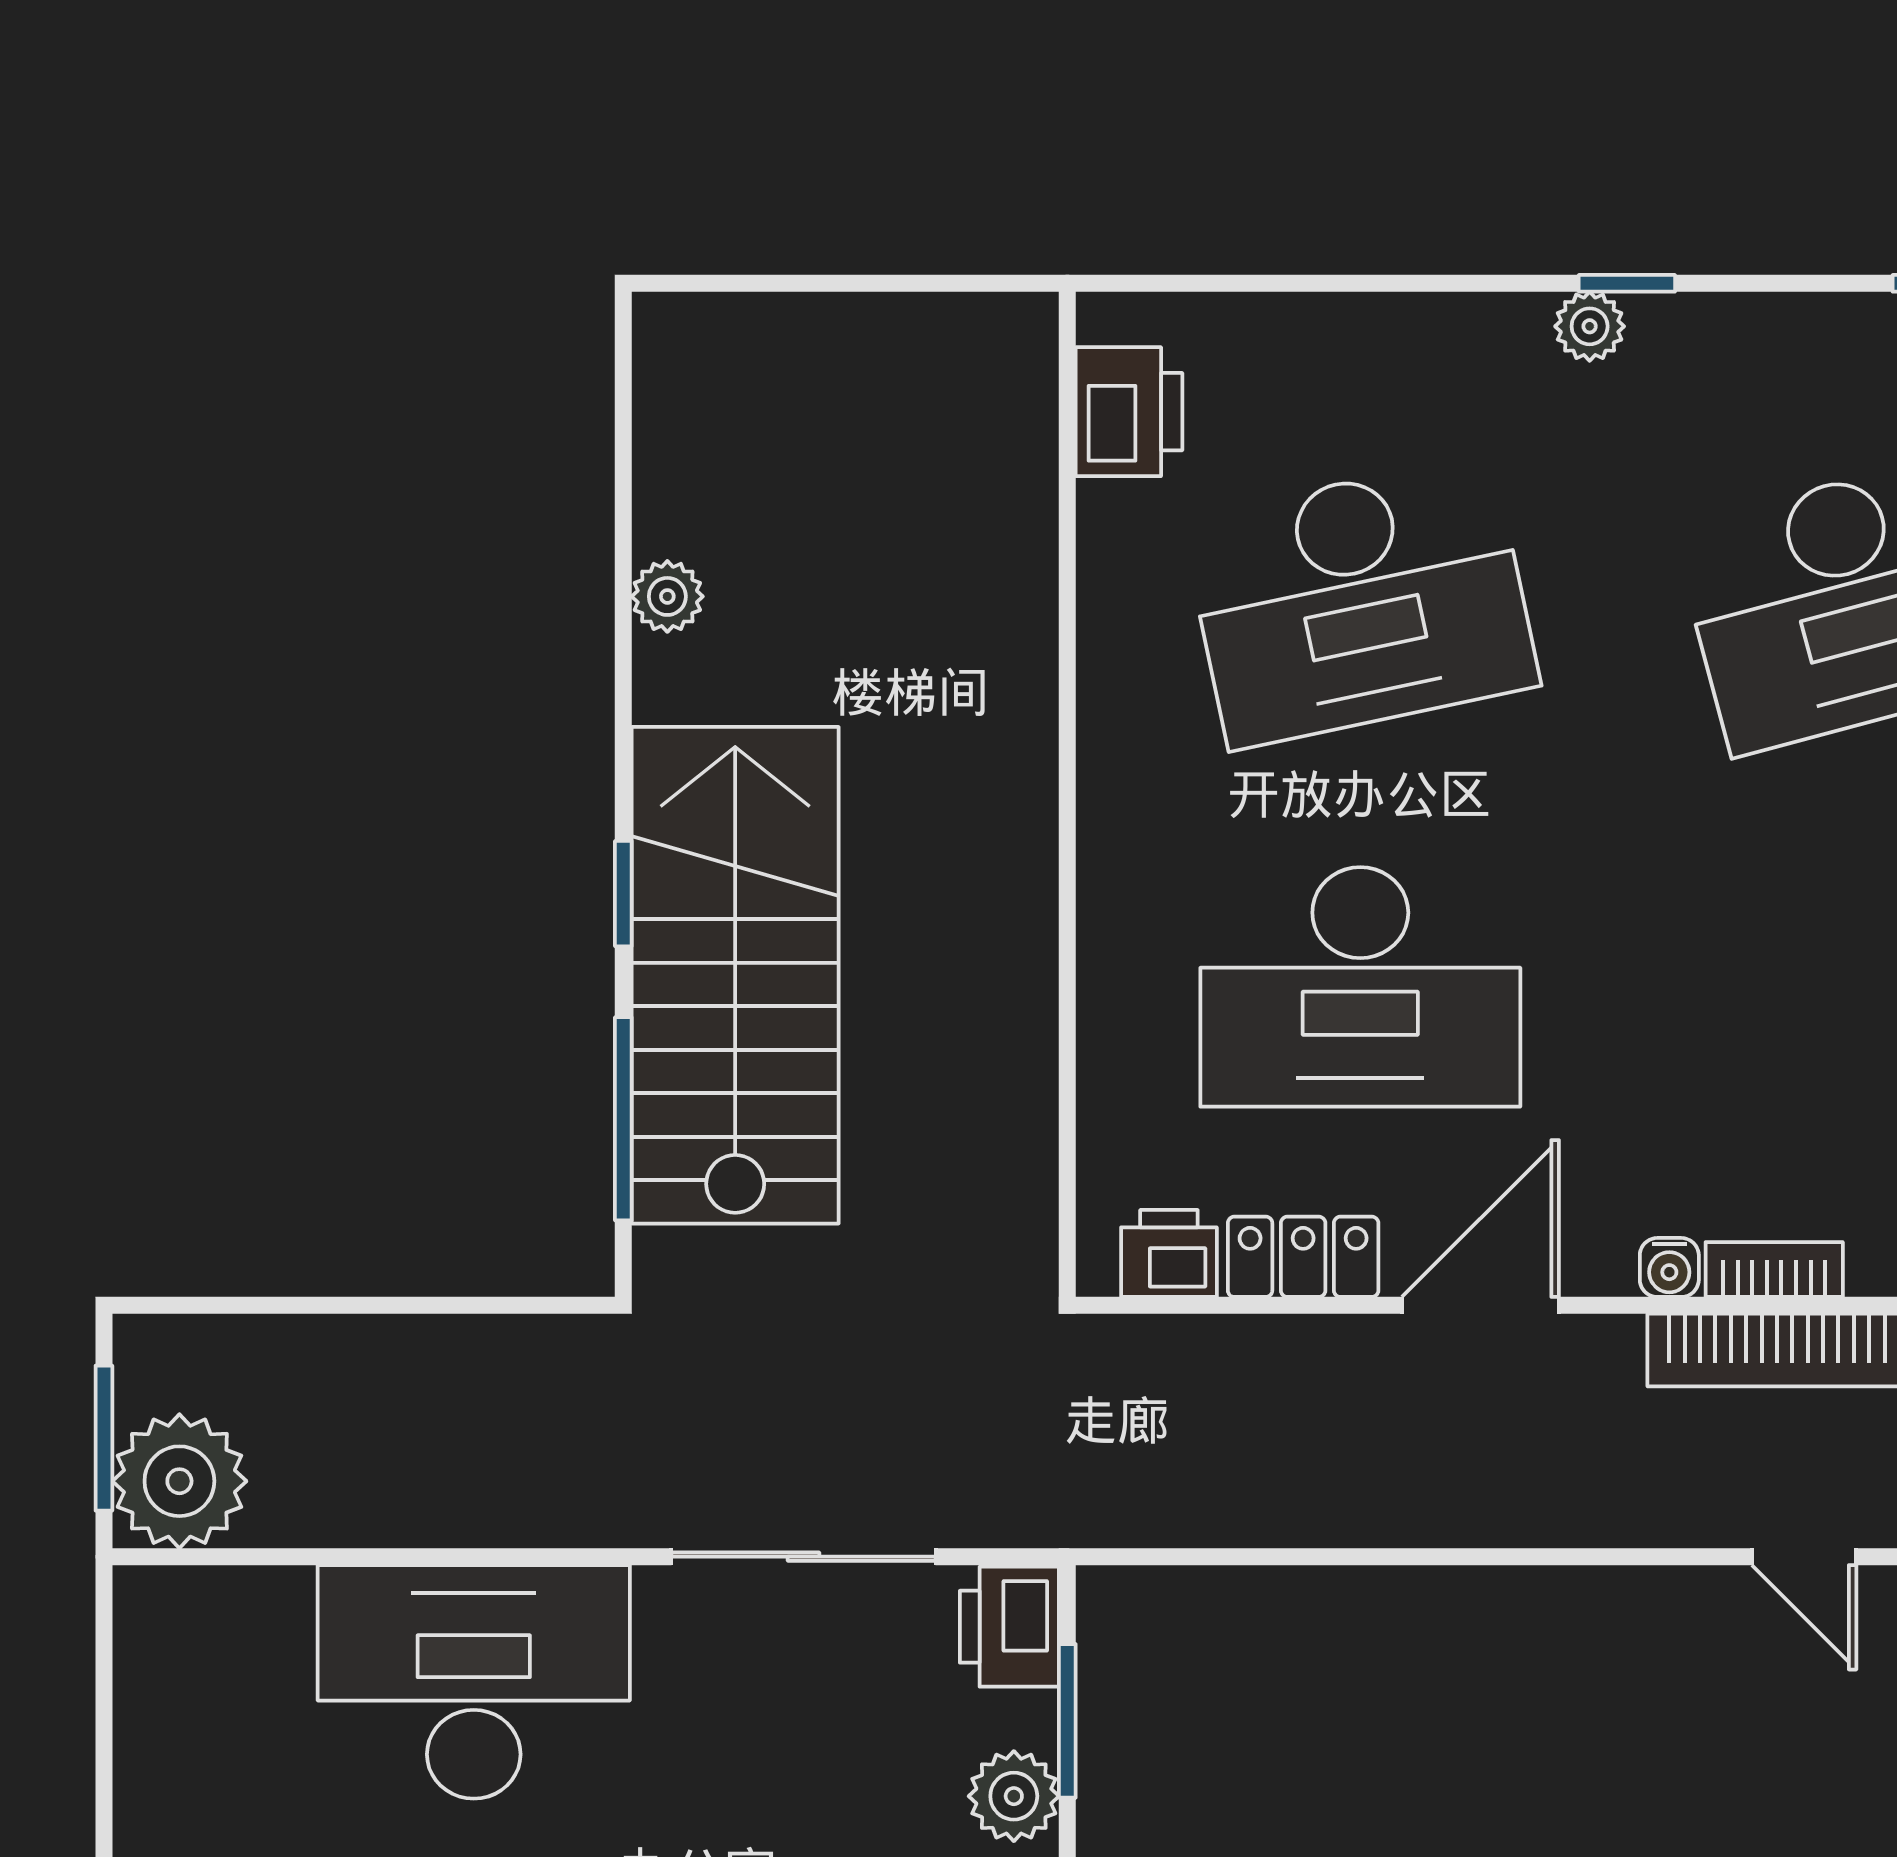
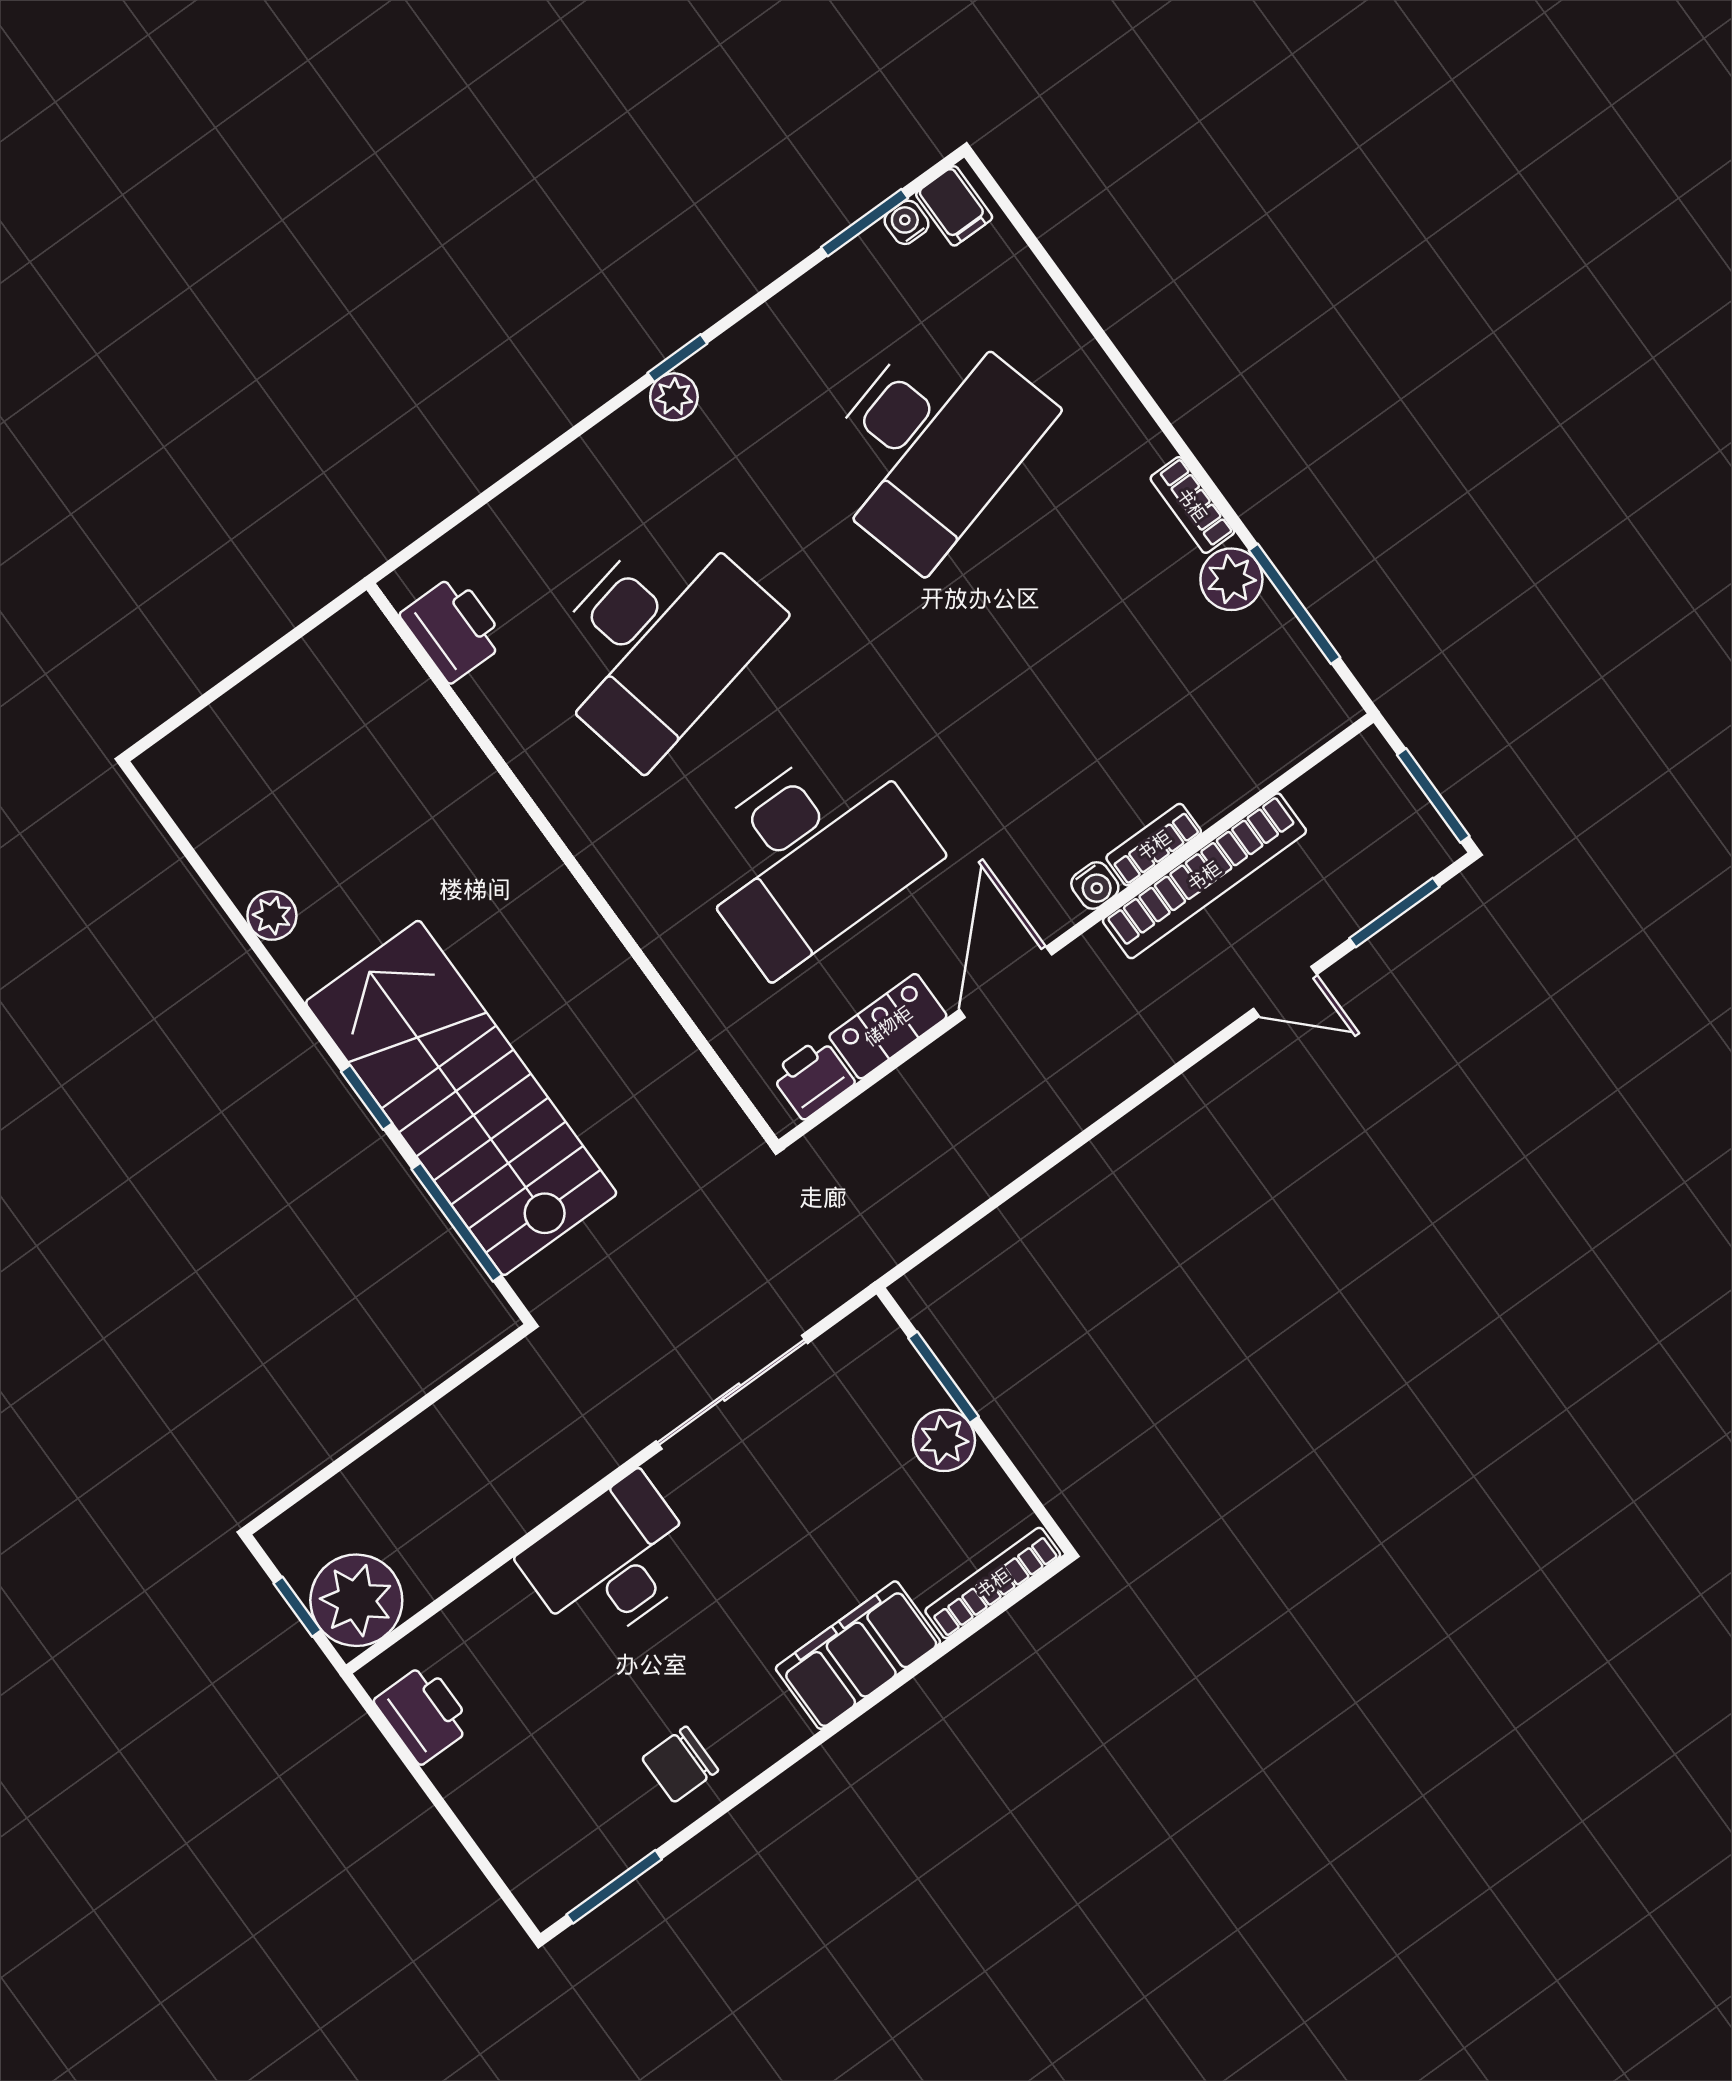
window: (104, 1438) -> (297, 1607), width x0.67
printer: (1009, 1627) -> (424, 1714), moved, turned 180
desk: (474, 1682) -> (612, 1562), width x0.73, depth x0.77

